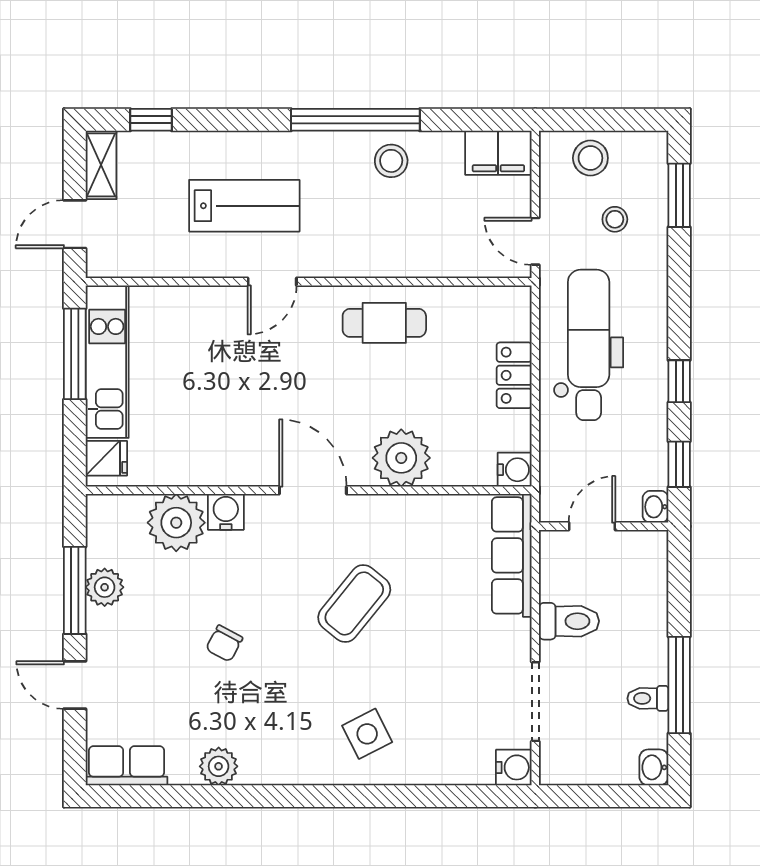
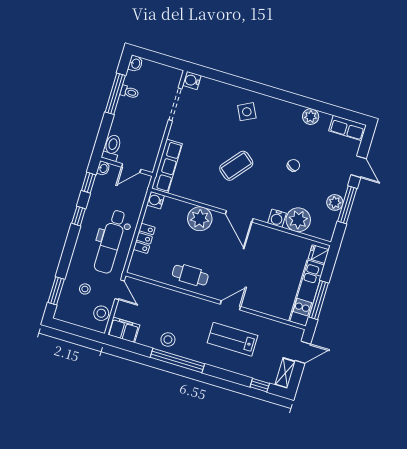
stool: (590, 158) -> (101, 313), moved
toilet: (569, 621) -> (112, 148), moved, turned 90

